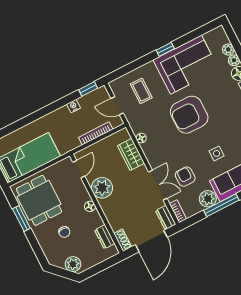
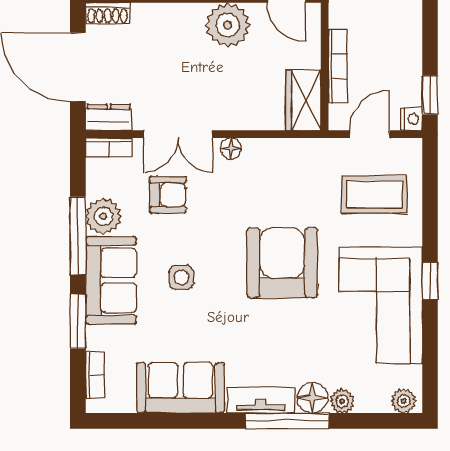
plant: (228, 49) -> (404, 401), moved
coffee table: (141, 91) -> (374, 194), width x1.36, depth x1.30
nightstand: (74, 106) -> (412, 119), moved
floor lamp: (141, 138) -> (231, 148), moved
wardrobe: (131, 154) -> (303, 100), moved, turned -90

